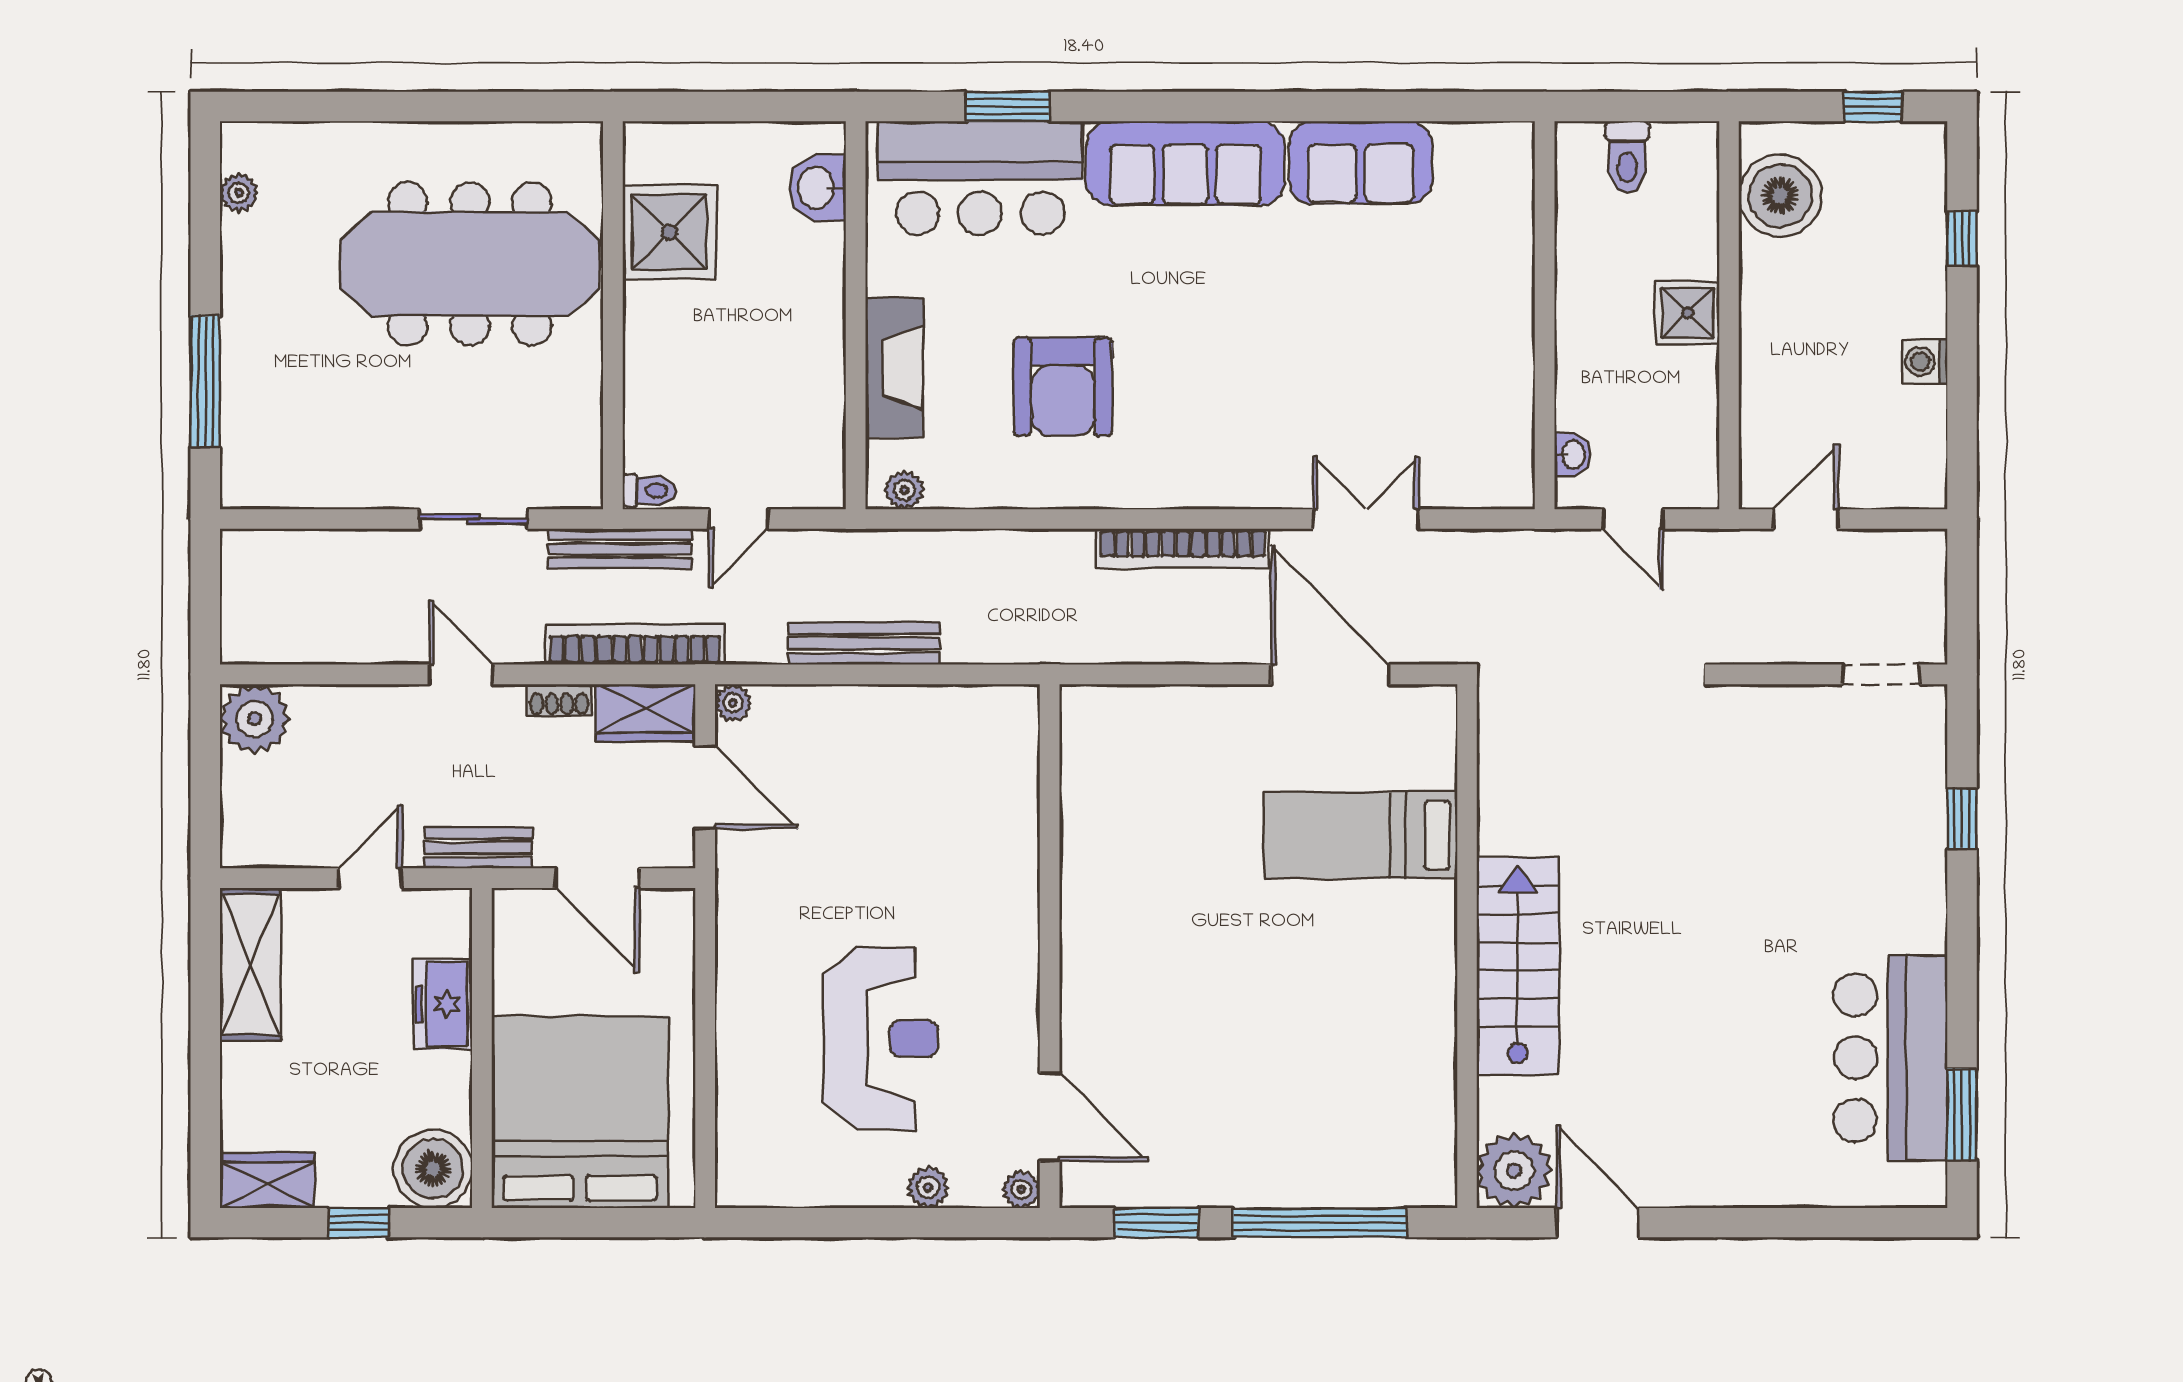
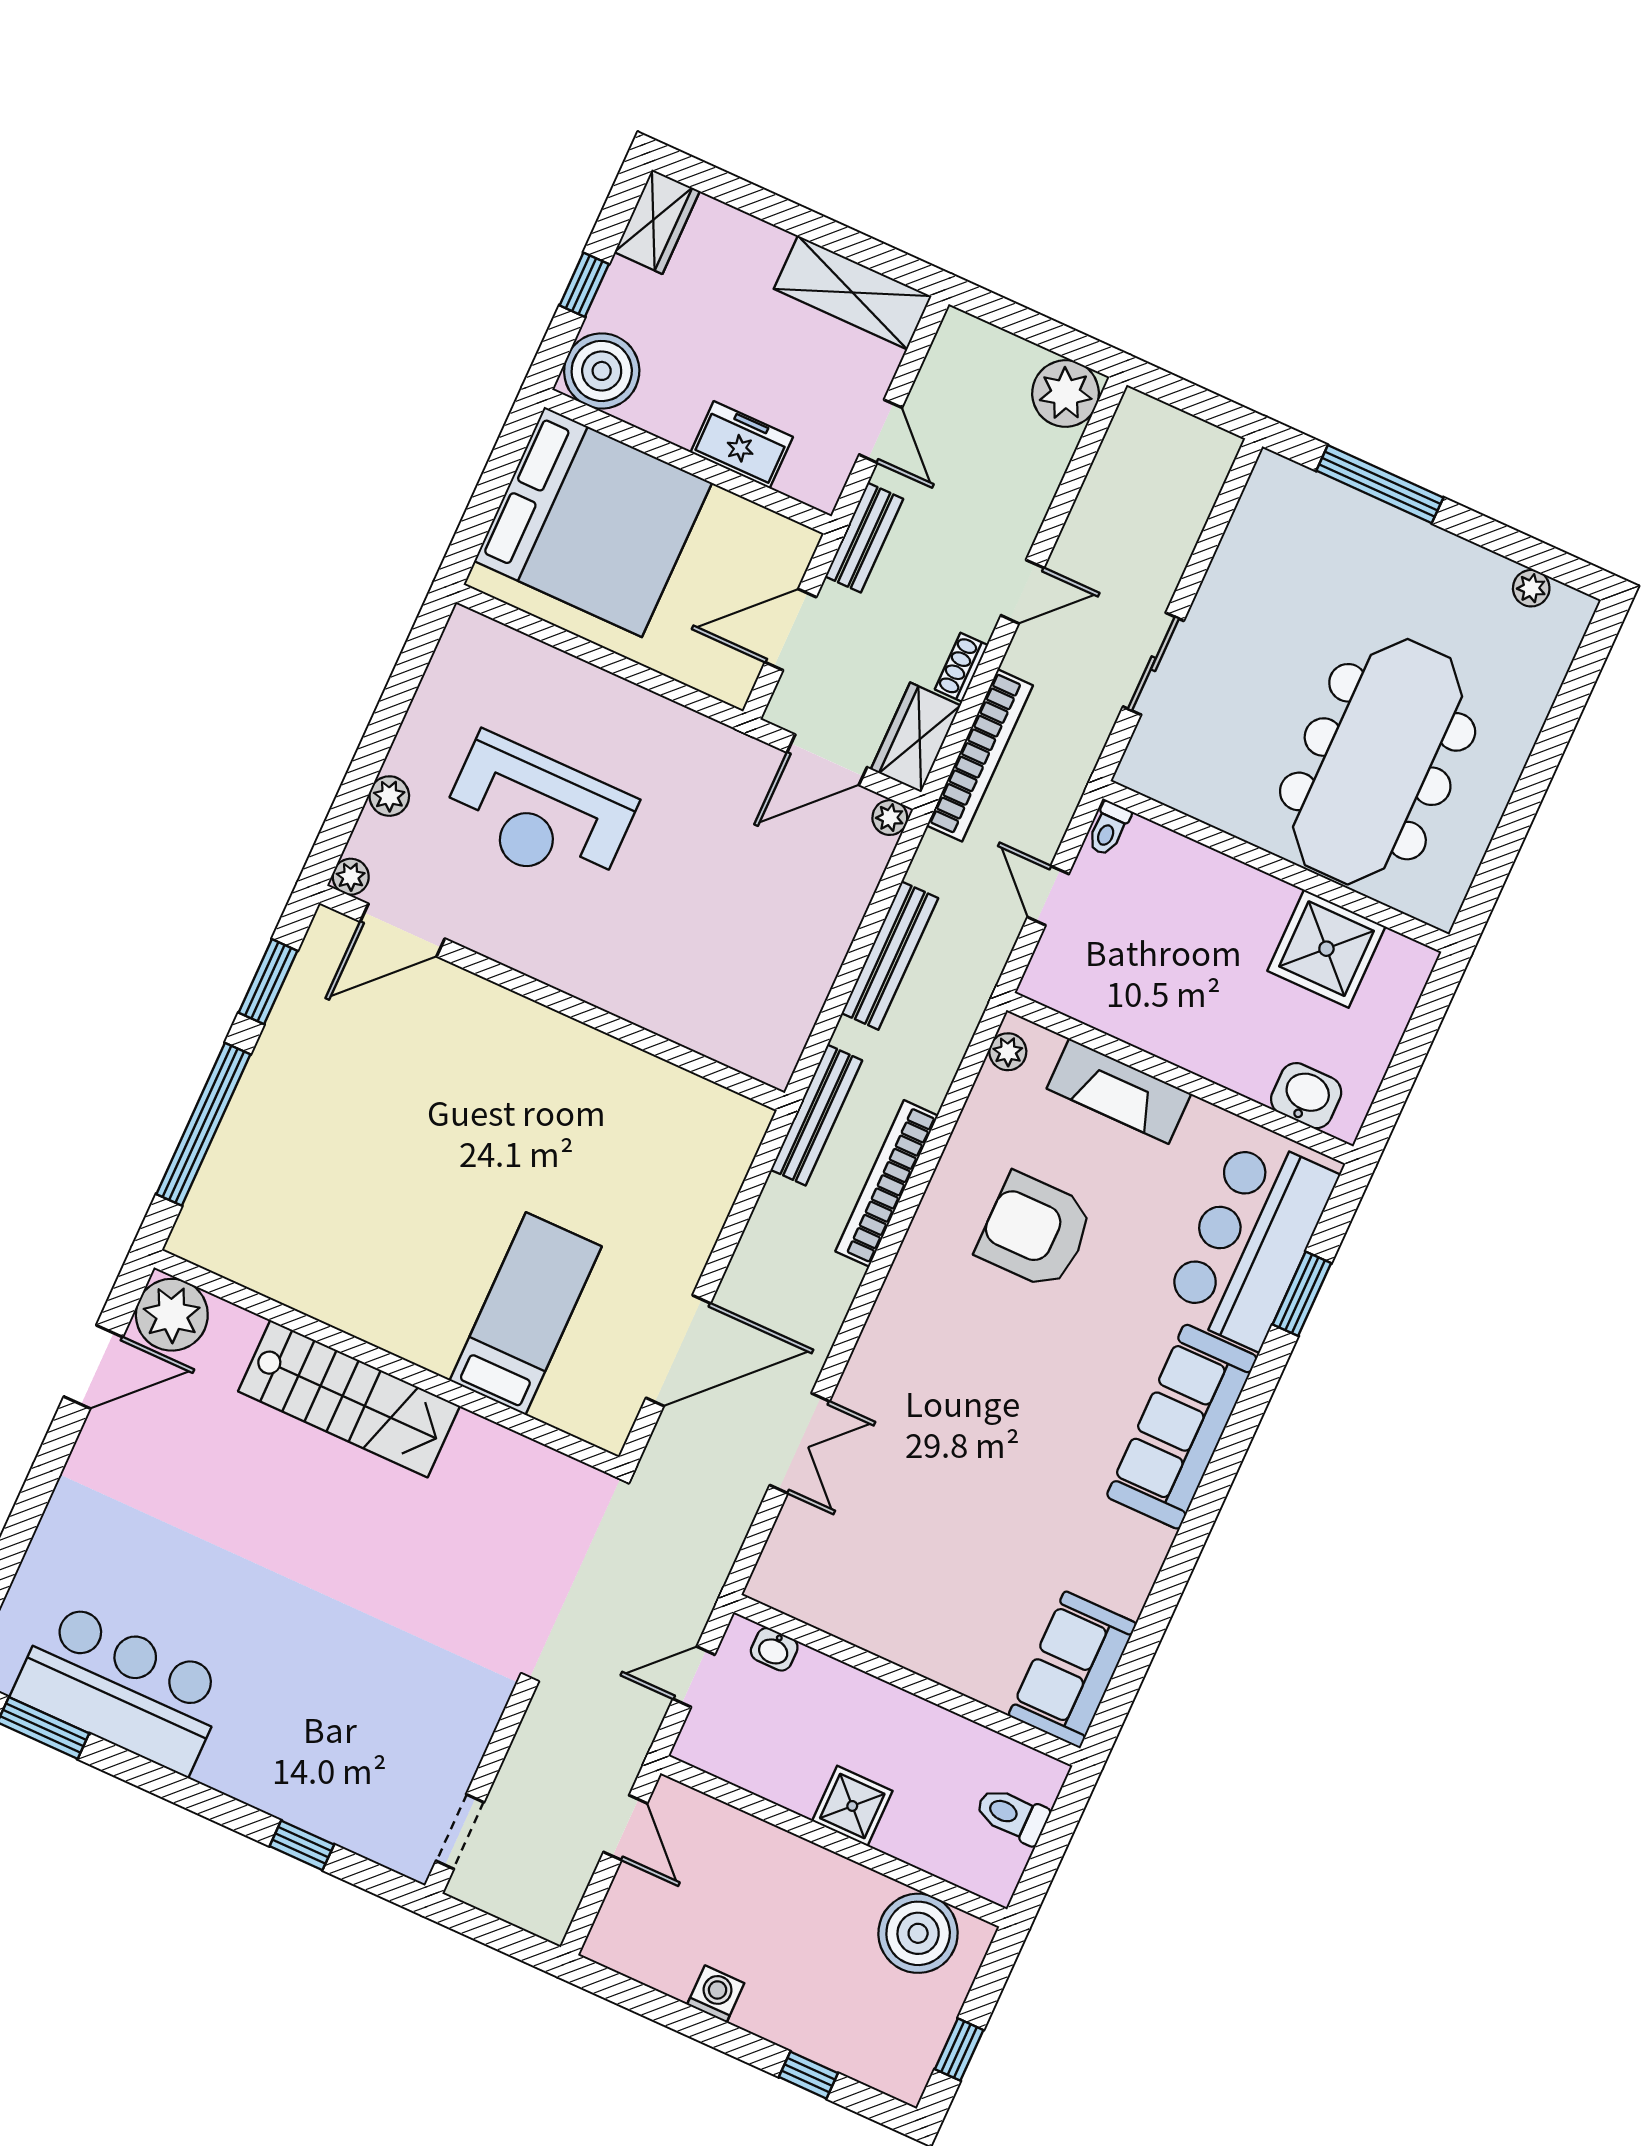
sofa: (1361, 163) -> (1072, 1669), moved
bookcase: (1183, 548) -> (887, 1183), moved
bench: (620, 549) -> (816, 1115), moved

